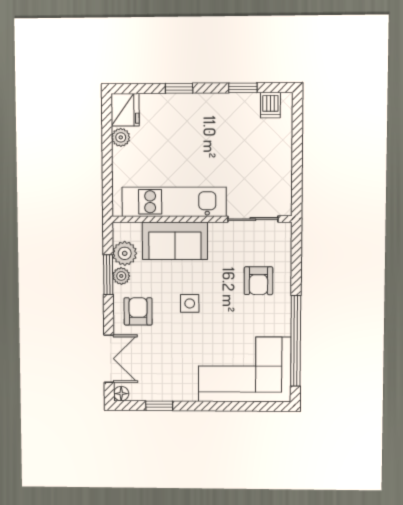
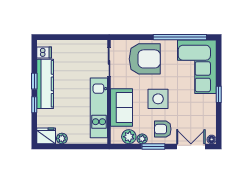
window: (243, 88) -> (34, 81), moved
kitchen counter: (215, 107) -> (45, 84), added
window: (108, 275) -> (153, 147), moved
armchair: (258, 281) -> (145, 59), width x1.88, depth x1.88
side table: (190, 303) -> (158, 99), width x1.87, depth x1.87
window: (159, 406) -> (219, 94), moved

